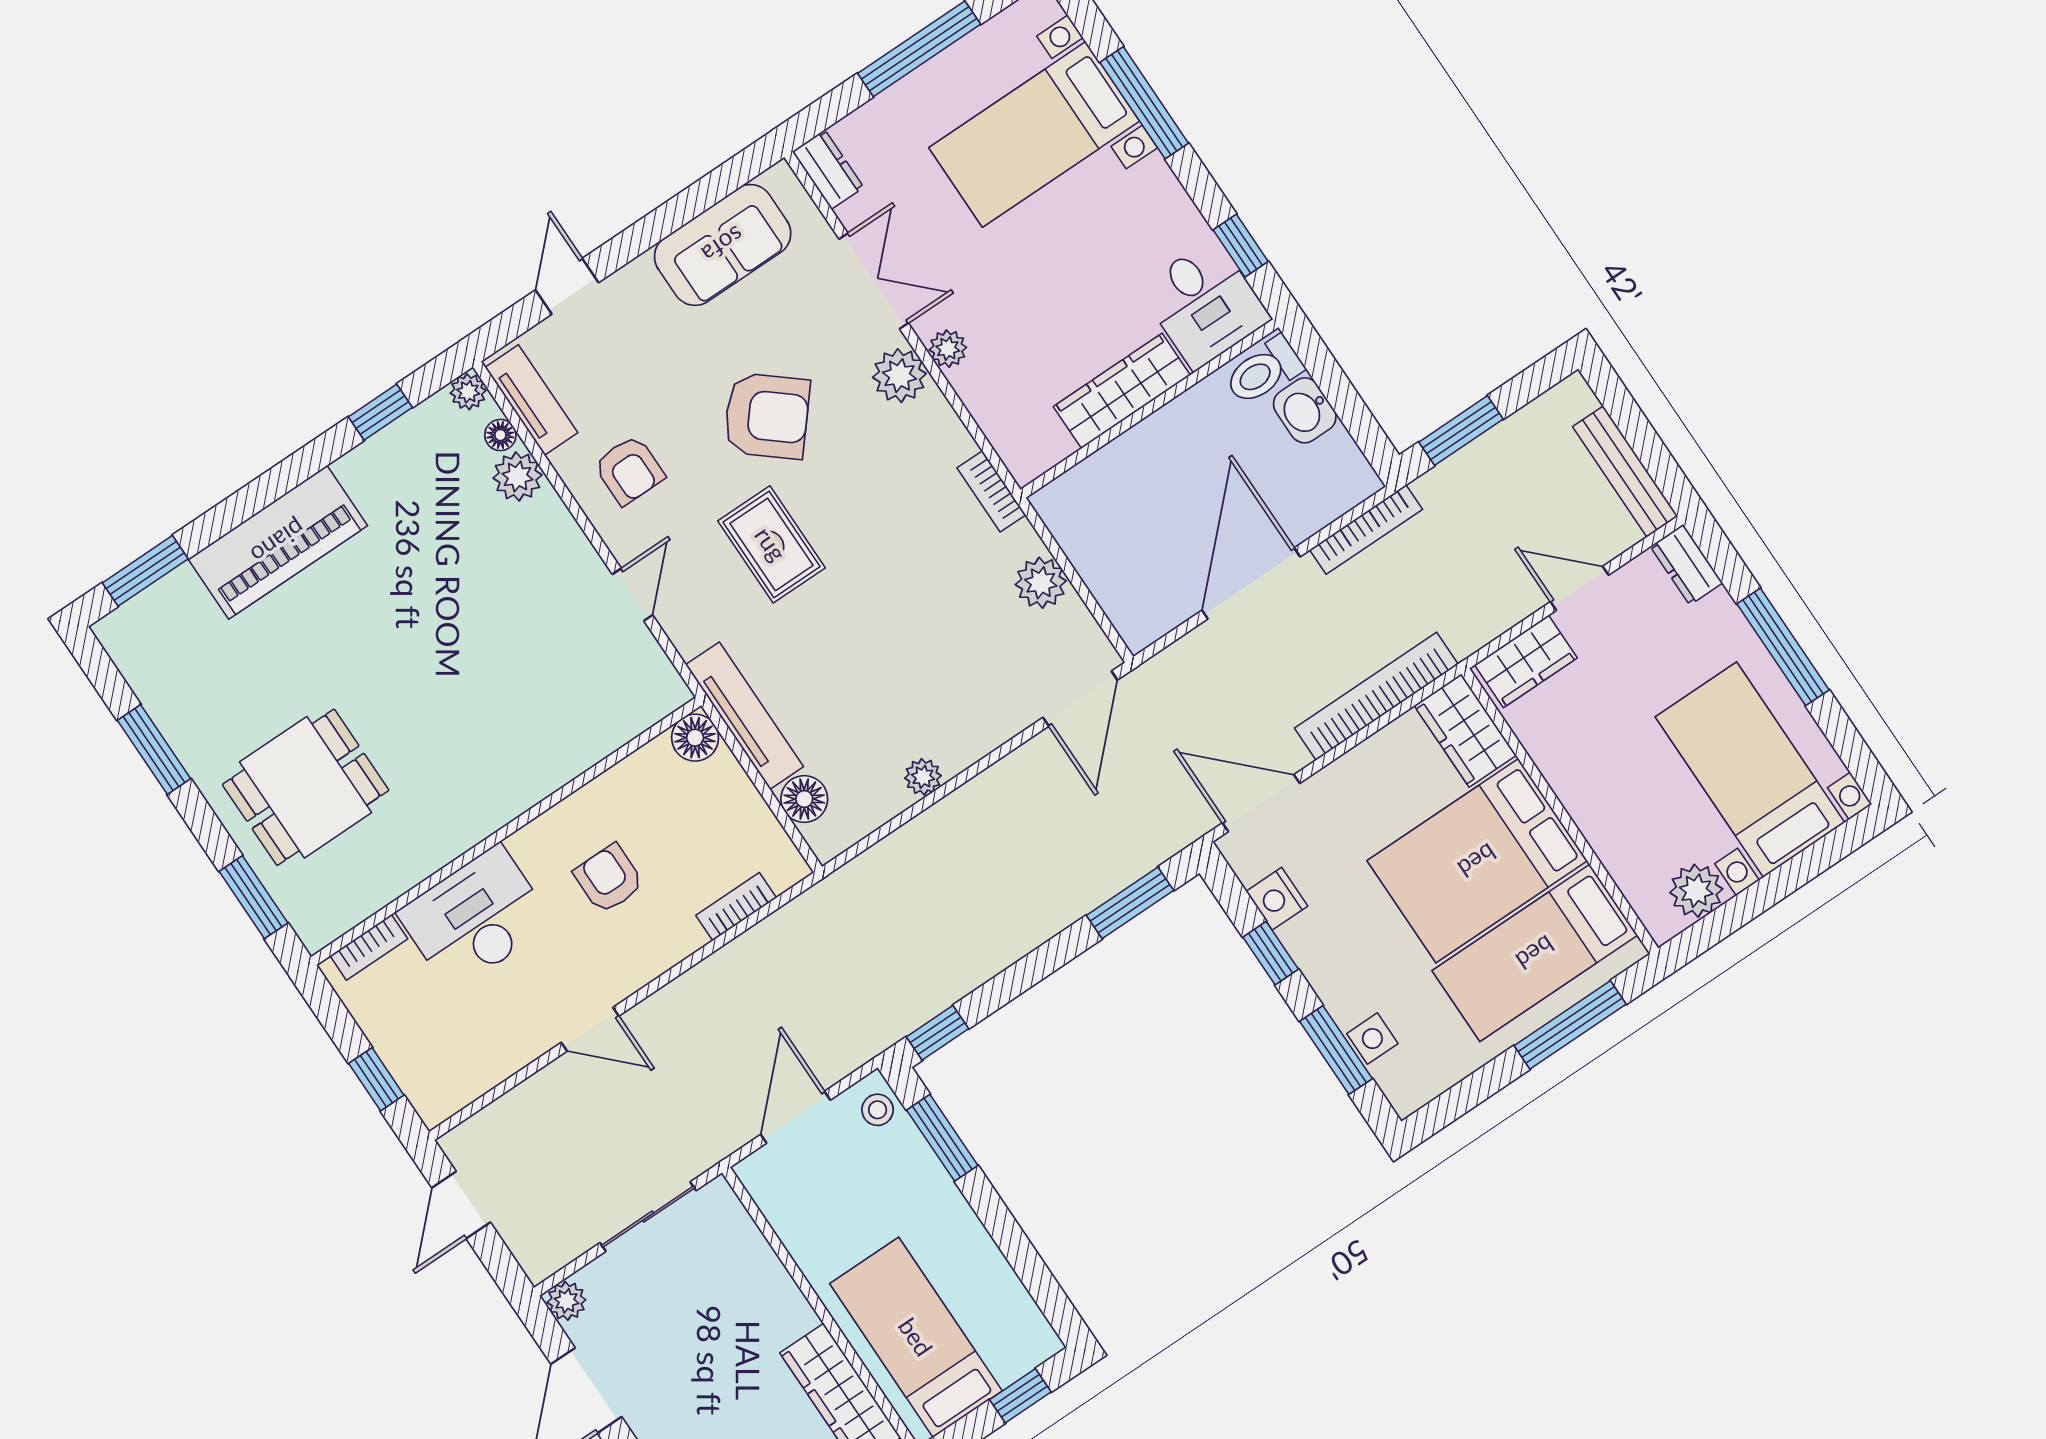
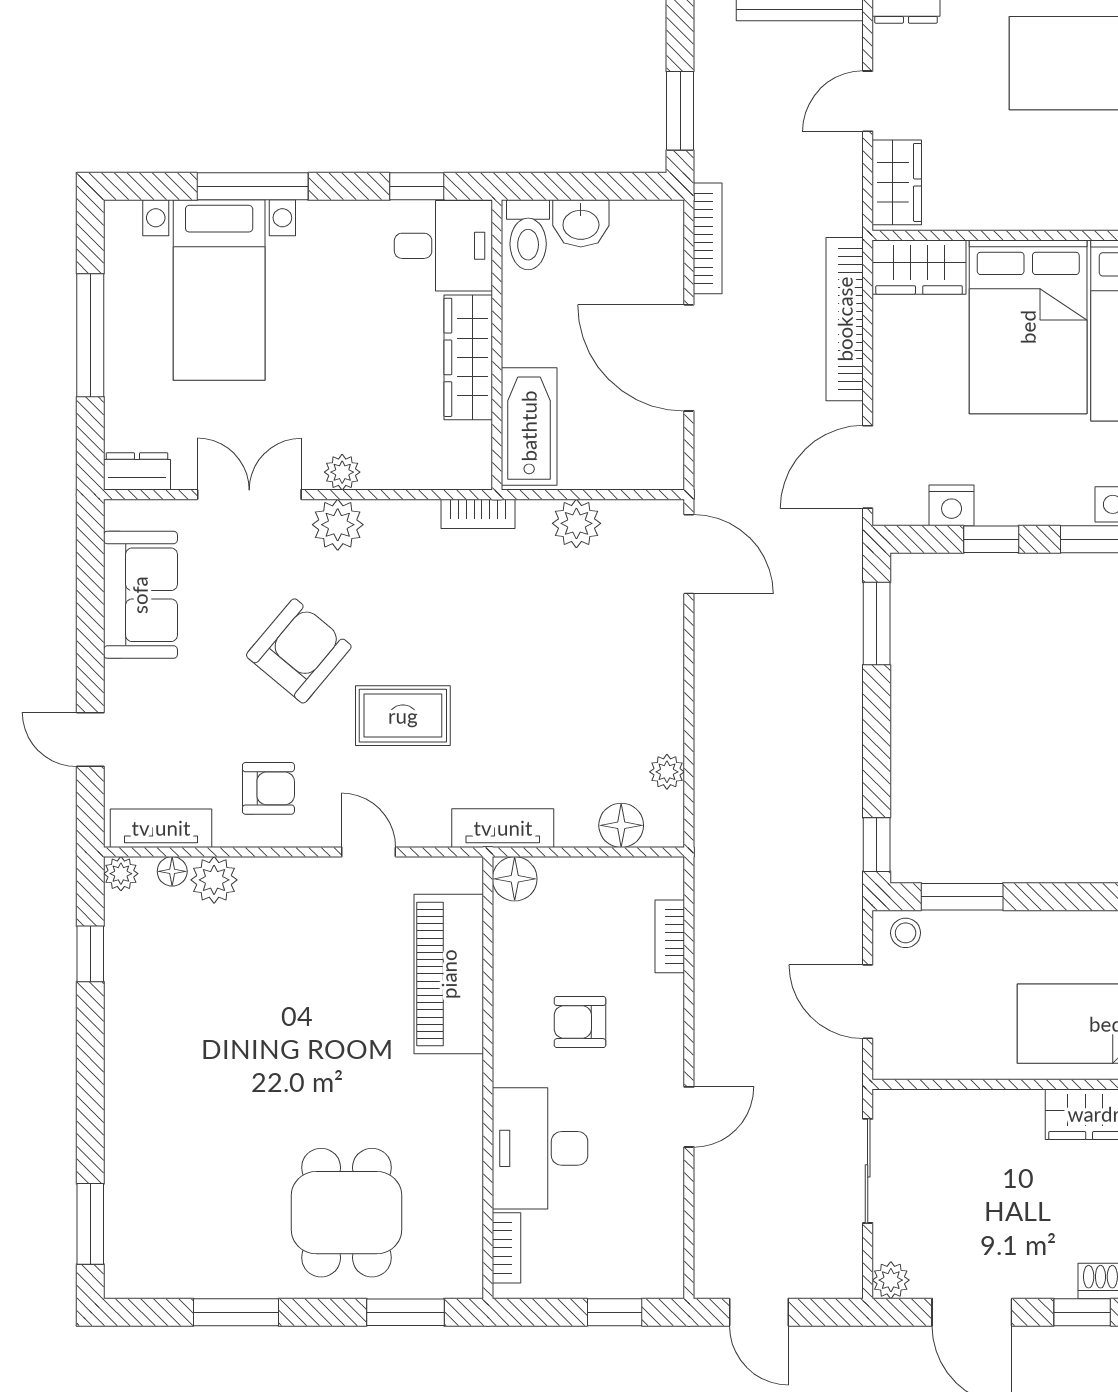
bathtub: (1097, 484) -> (529, 426), added
piano: (278, 542) -> (449, 974), moved, turned 180
tv unit: (744, 716) -> (503, 828), width x0.71
plant: (923, 777) -> (667, 772), moved

